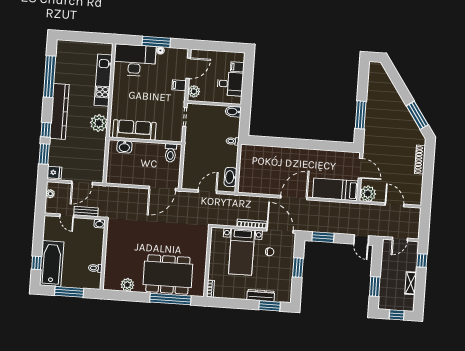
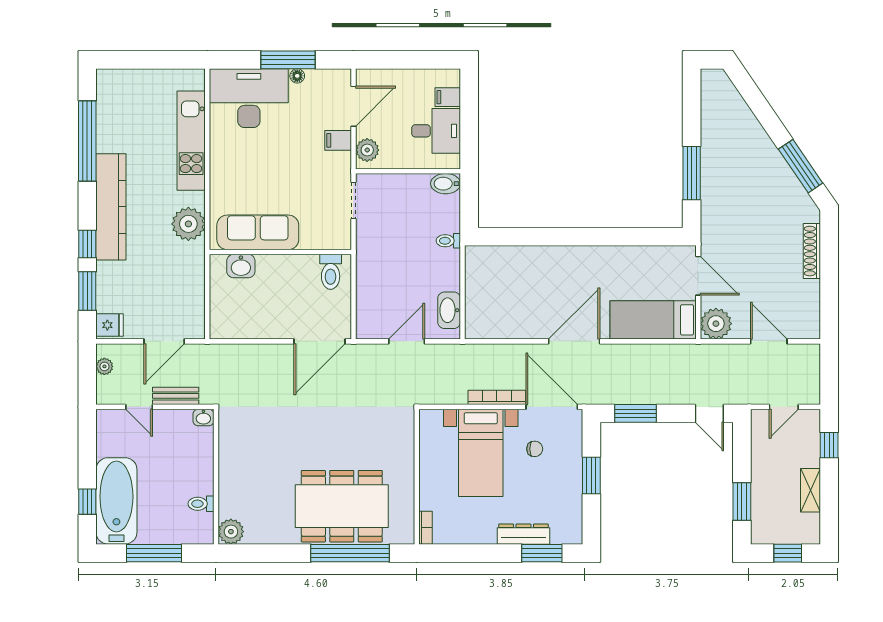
plant: (127, 285) -> (231, 532), moved

